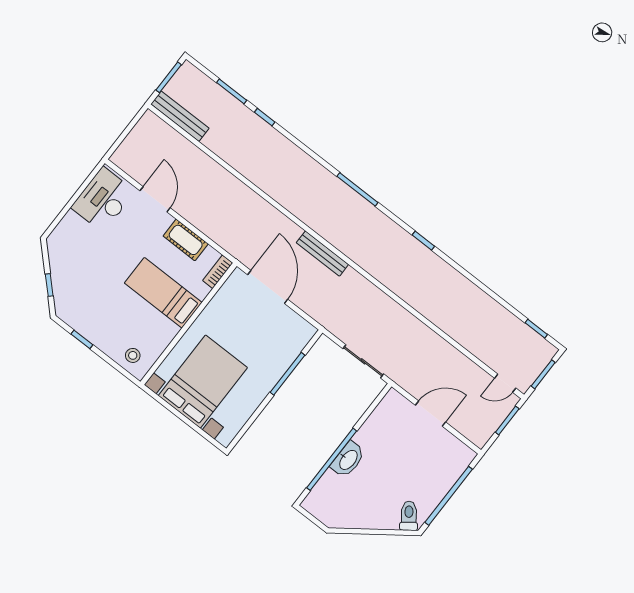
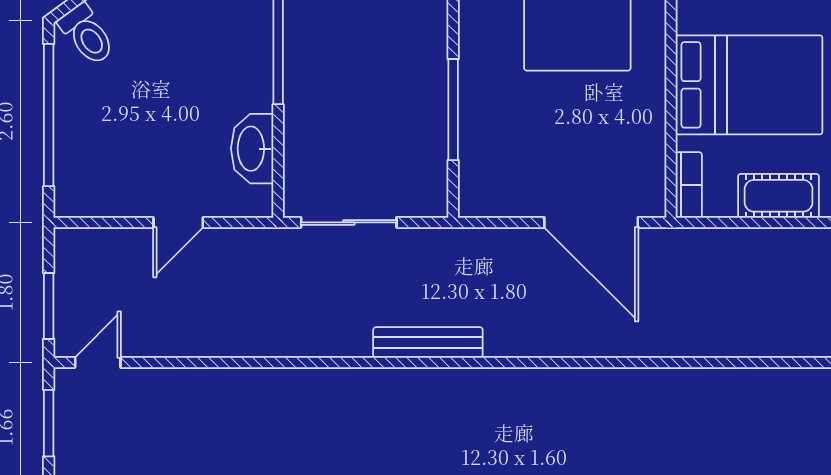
bench: (322, 254) -> (428, 342), moved
bed: (163, 293) -> (749, 85), width x1.50
door: (430, 414) -> (178, 222), width x0.73
washbasin: (348, 460) -> (252, 149), moved

